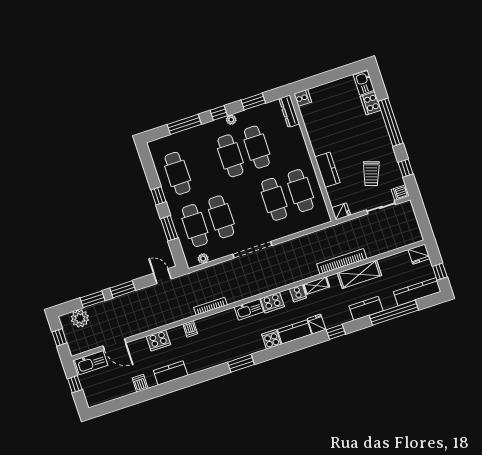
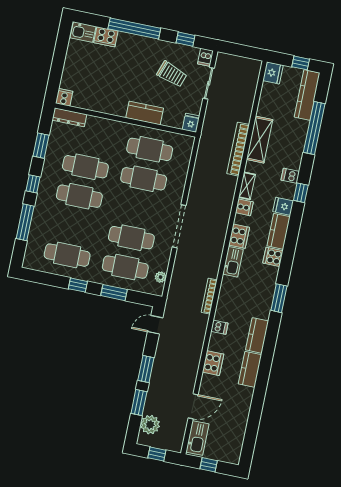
plant: (231, 120) -> (46, 176), removed
kitchen counter: (366, 308) -> (257, 335), moved
dishwasher: (140, 383) -> (290, 176), moved

